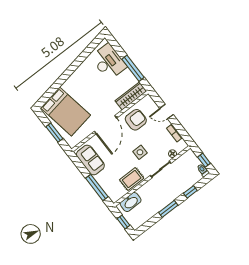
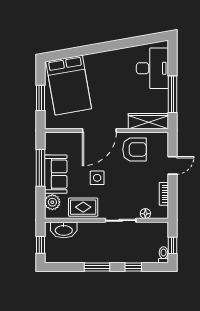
door: (166, 112) -> (173, 165), swing flipped
side table: (140, 152) -> (97, 178), moved
sofa: (90, 160) -> (56, 174), moved
window: (97, 187) -> (40, 168), moved
plant: (111, 190) -> (52, 202), added

